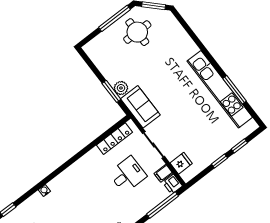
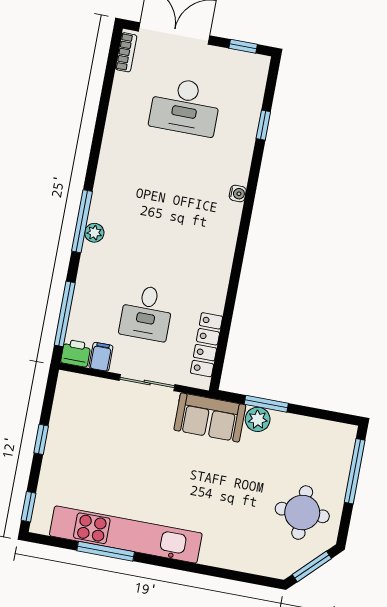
window: (115, 18) -> (355, 471), moved
window: (239, 146) -> (29, 507), moved
fridge: (181, 163) -> (89, 391), removed

